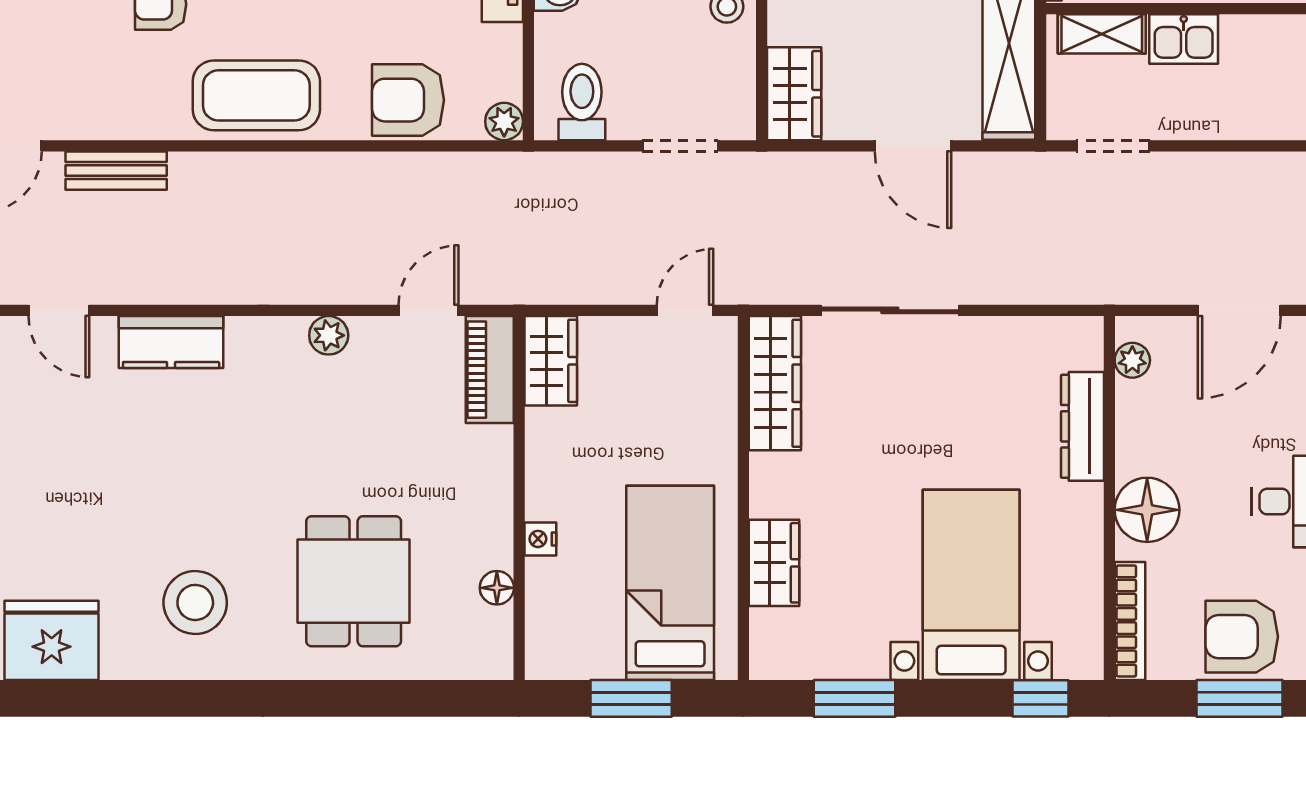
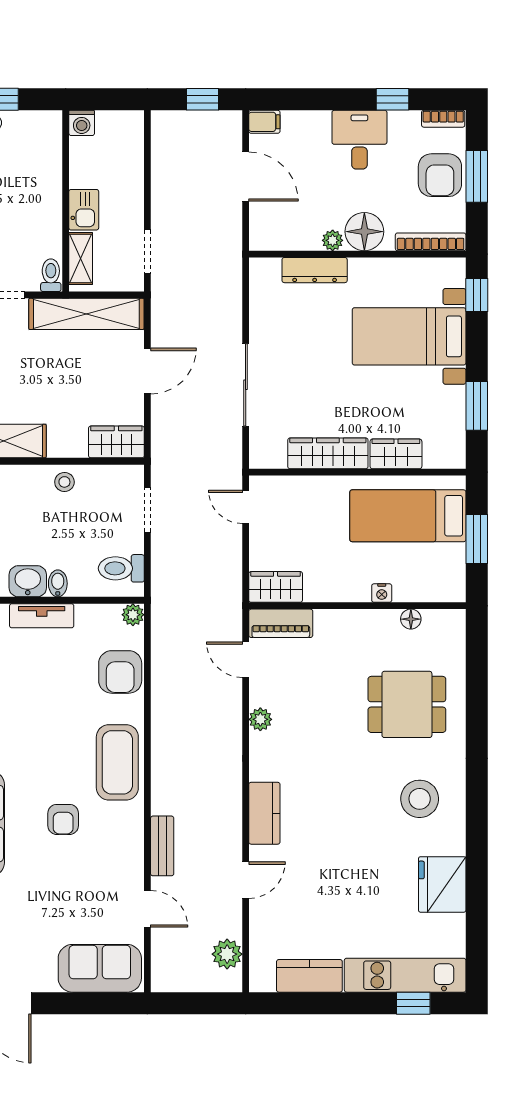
plant: (1132, 360) -> (333, 240), moved
wardrobe: (775, 383) -> (328, 453), moved

